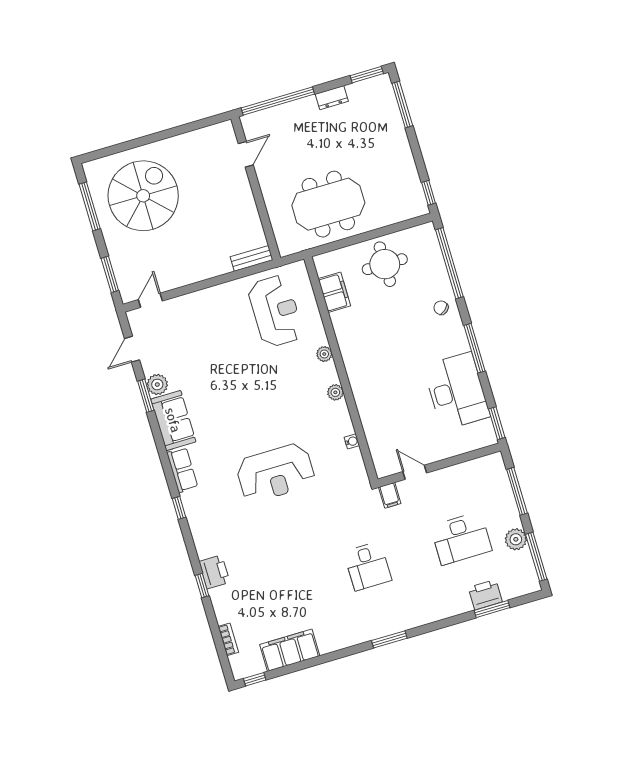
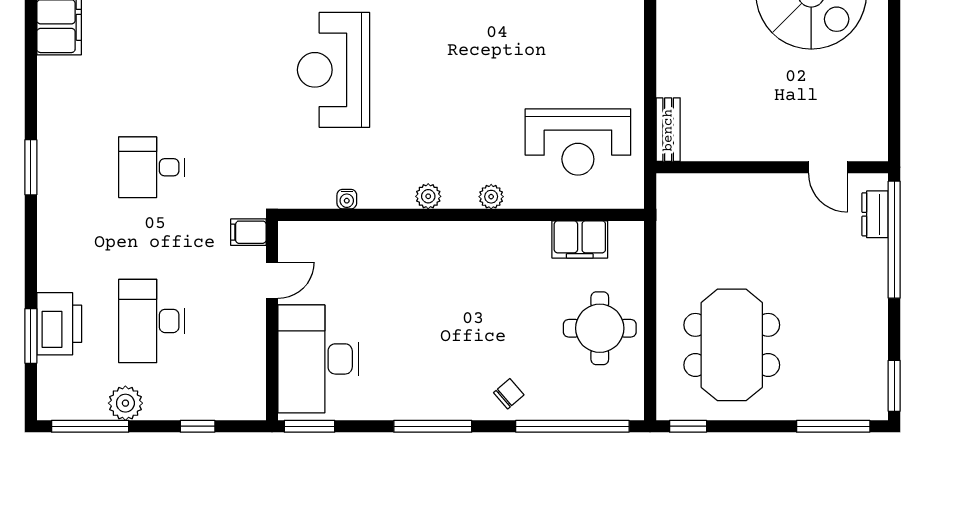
dresser: (332, 98) -> (875, 214), moved
meeting table: (328, 204) -> (732, 345), moved
desk: (457, 391) -> (318, 359), moved, turned 90
window: (517, 491) -> (198, 426), width x0.46
printer: (485, 595) -> (59, 324), width x1.37, depth x1.19

